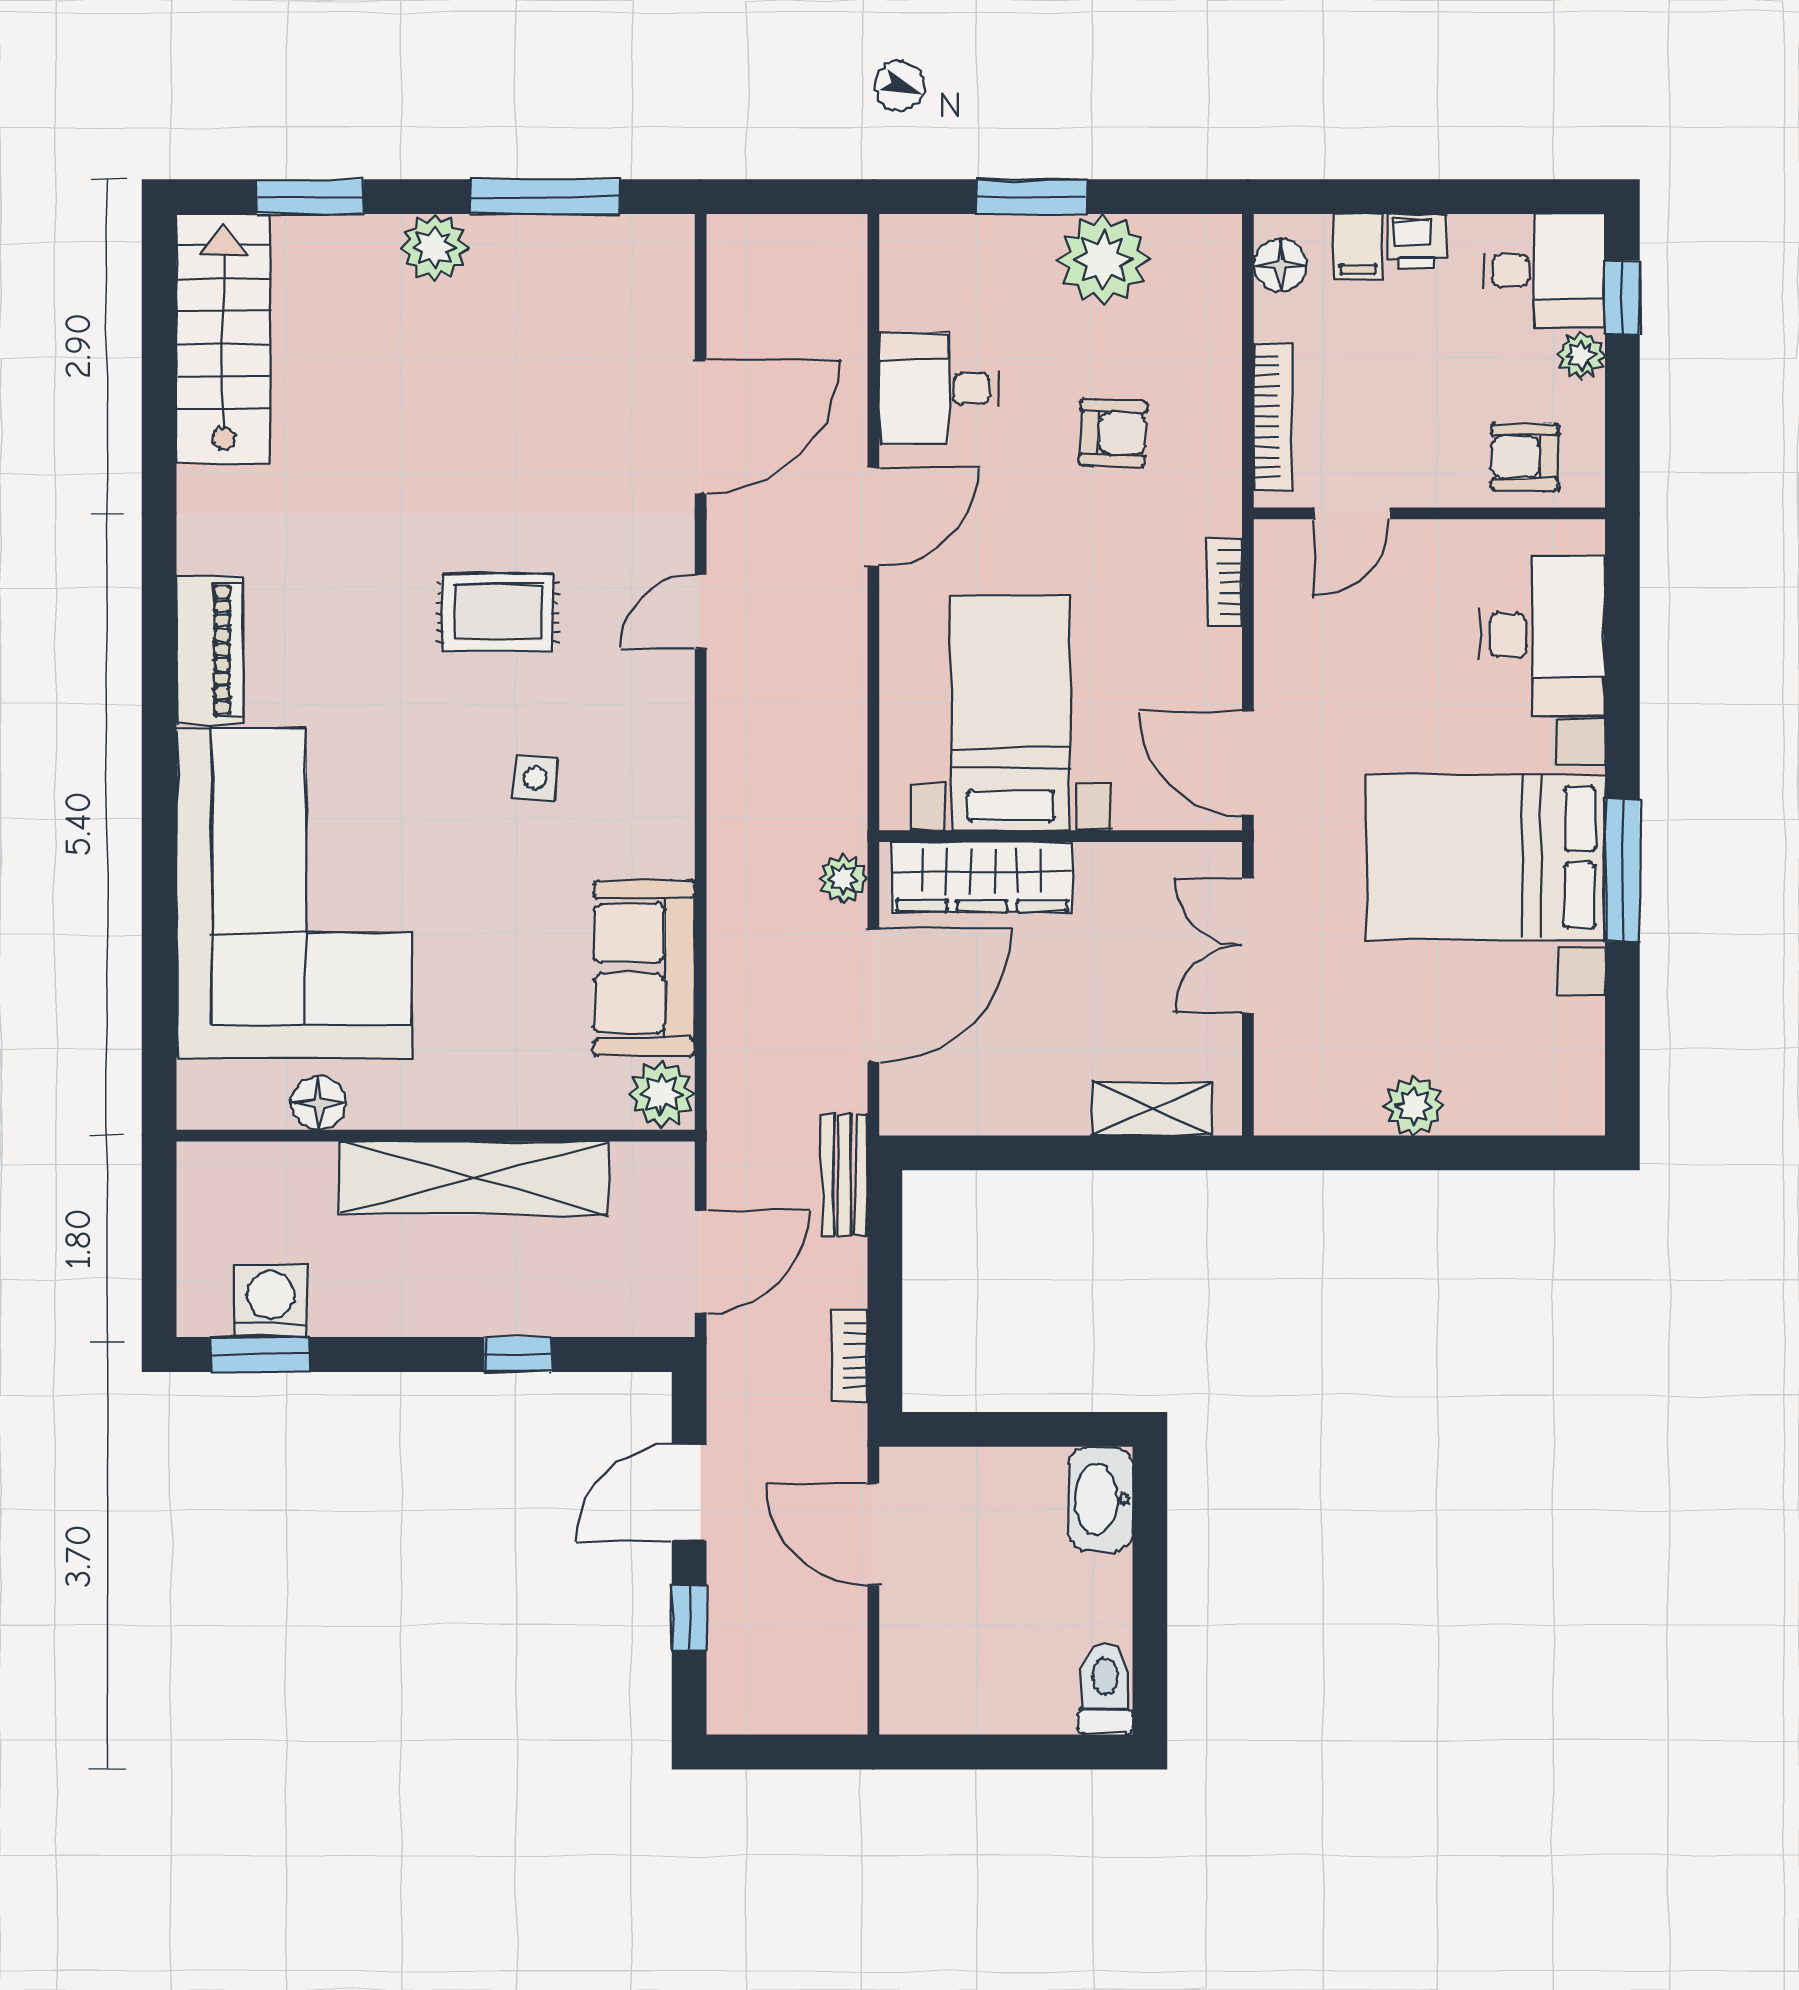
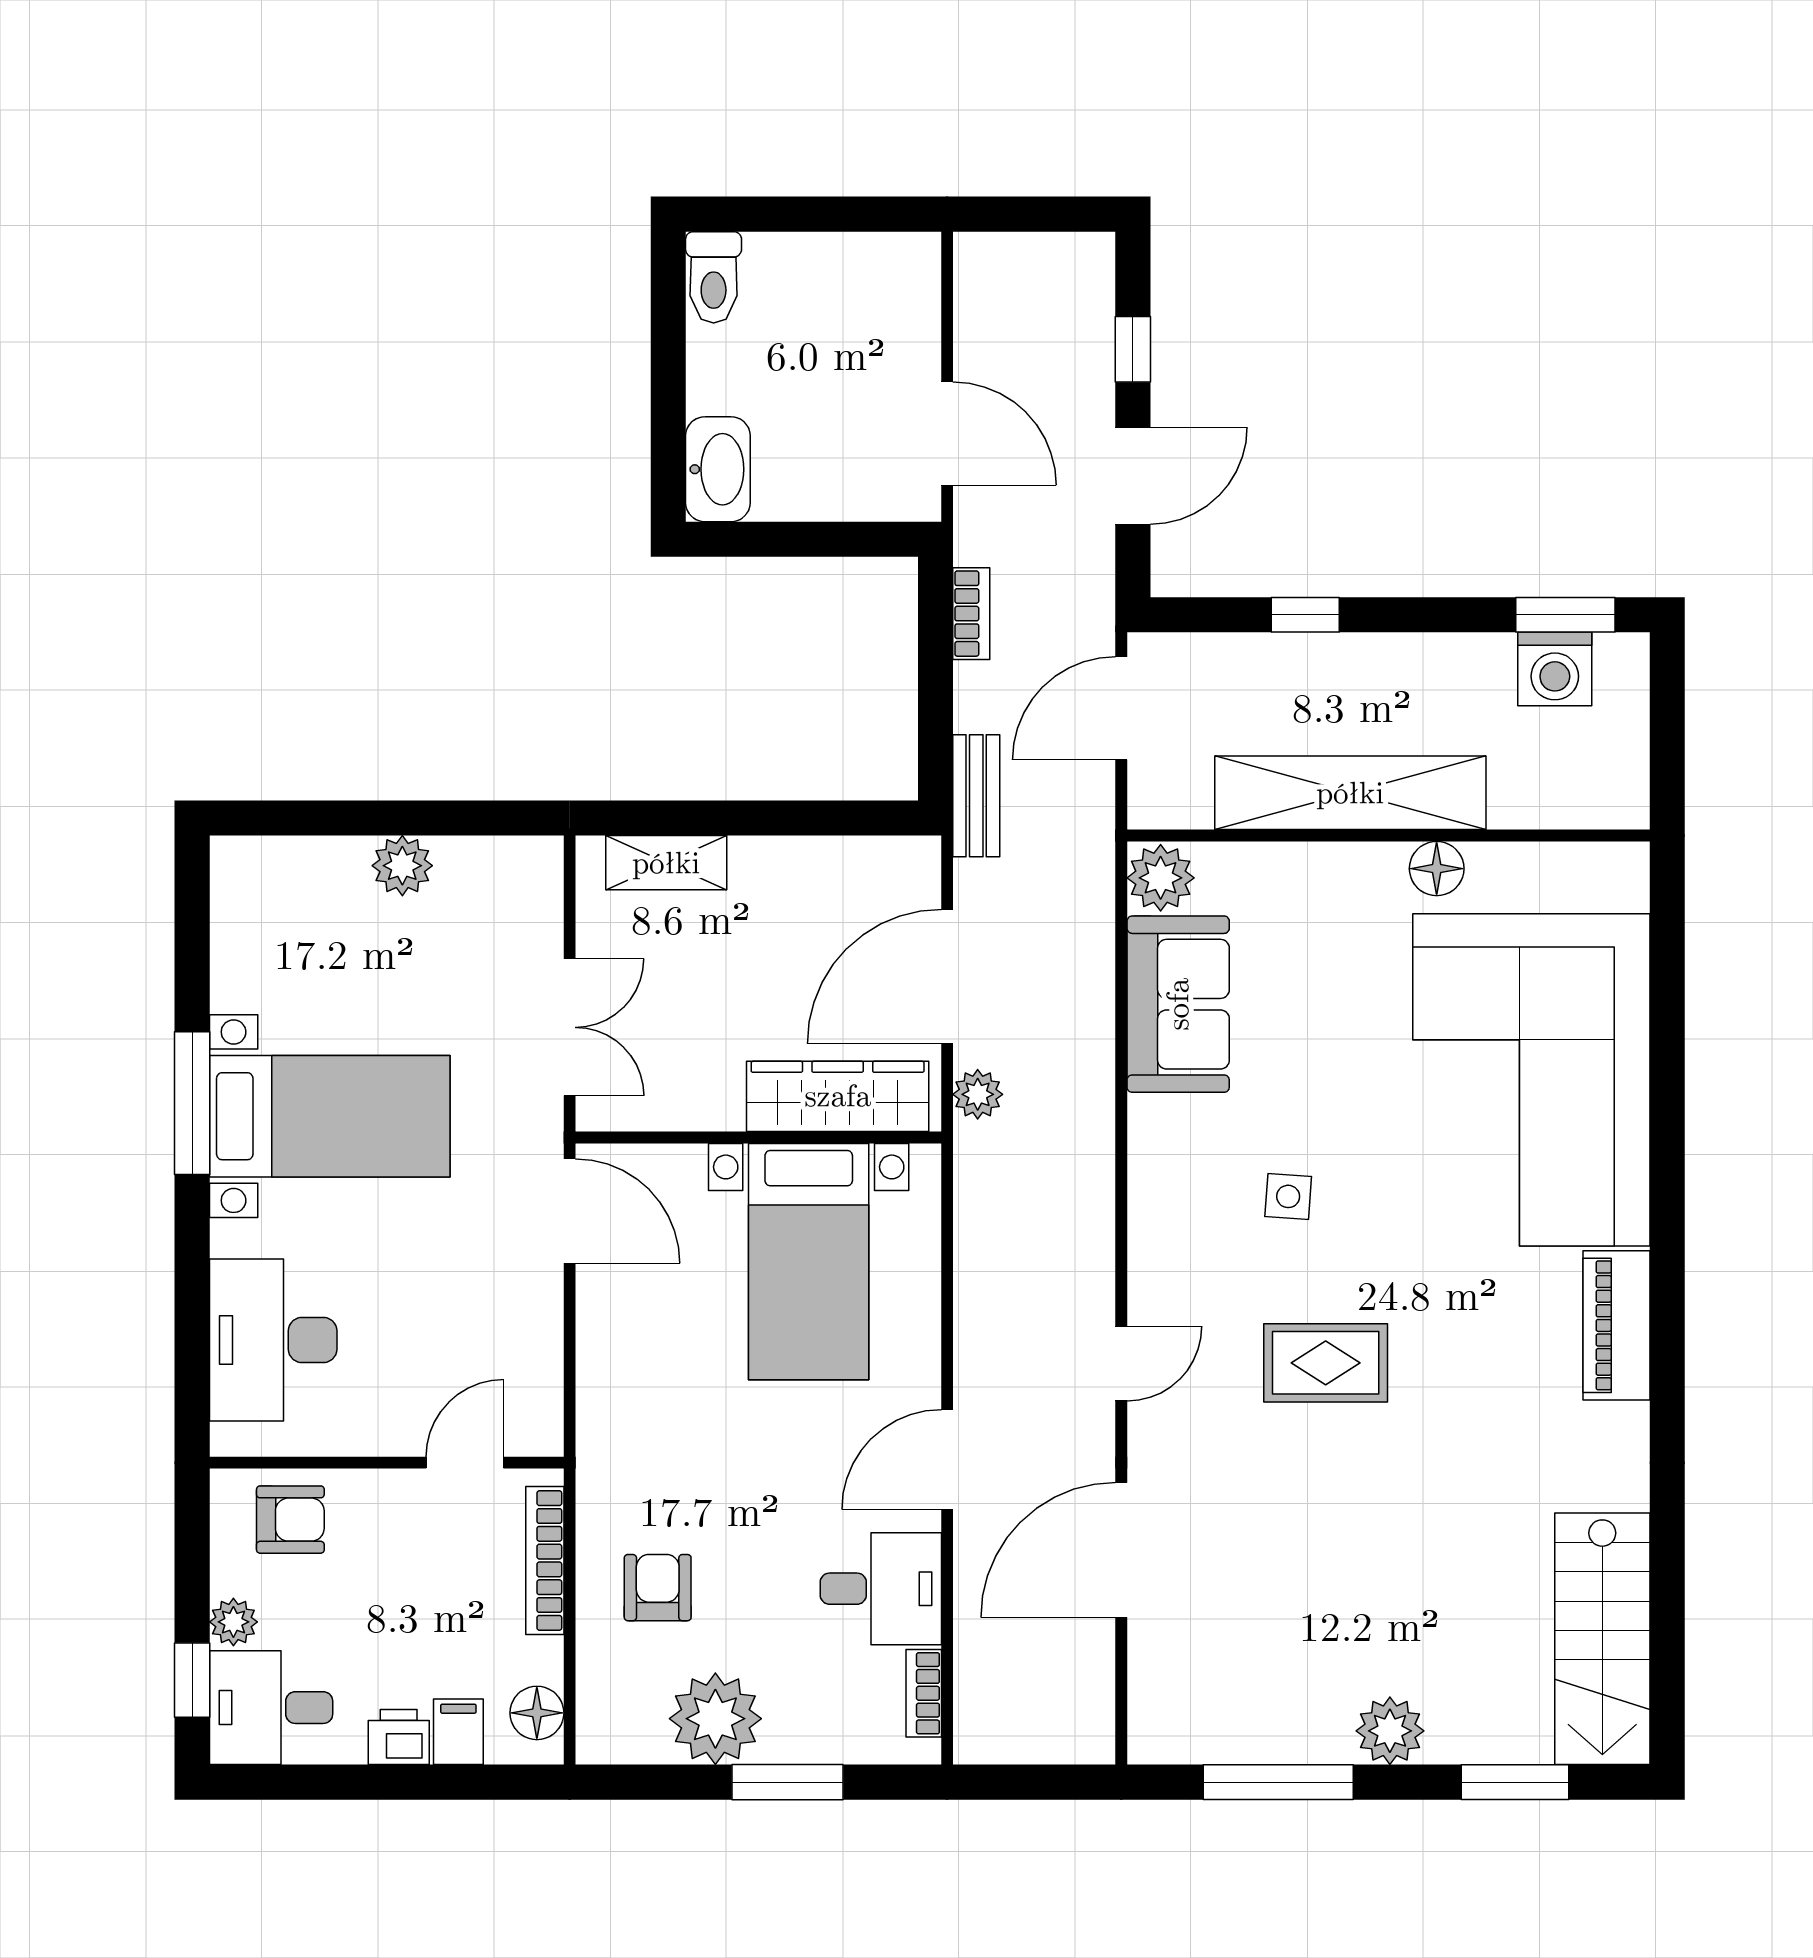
armchair: (1113, 433) -> (658, 1588), moved, turned 88
bookcase: (1225, 583) -> (924, 1693), moved, turned 180
bed with nightstands: (1486, 857) -> (330, 1116), width x0.73
floor lamp: (319, 1103) -> (1437, 869), moved

